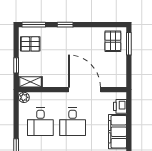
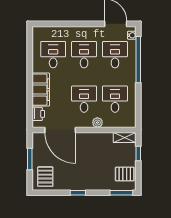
window: (65, 25) -> (78, 193), moved
window: (129, 44) -> (30, 159), moved
door: (85, 90) -> (60, 130), moved
plant: (24, 97) -> (97, 123), moved

